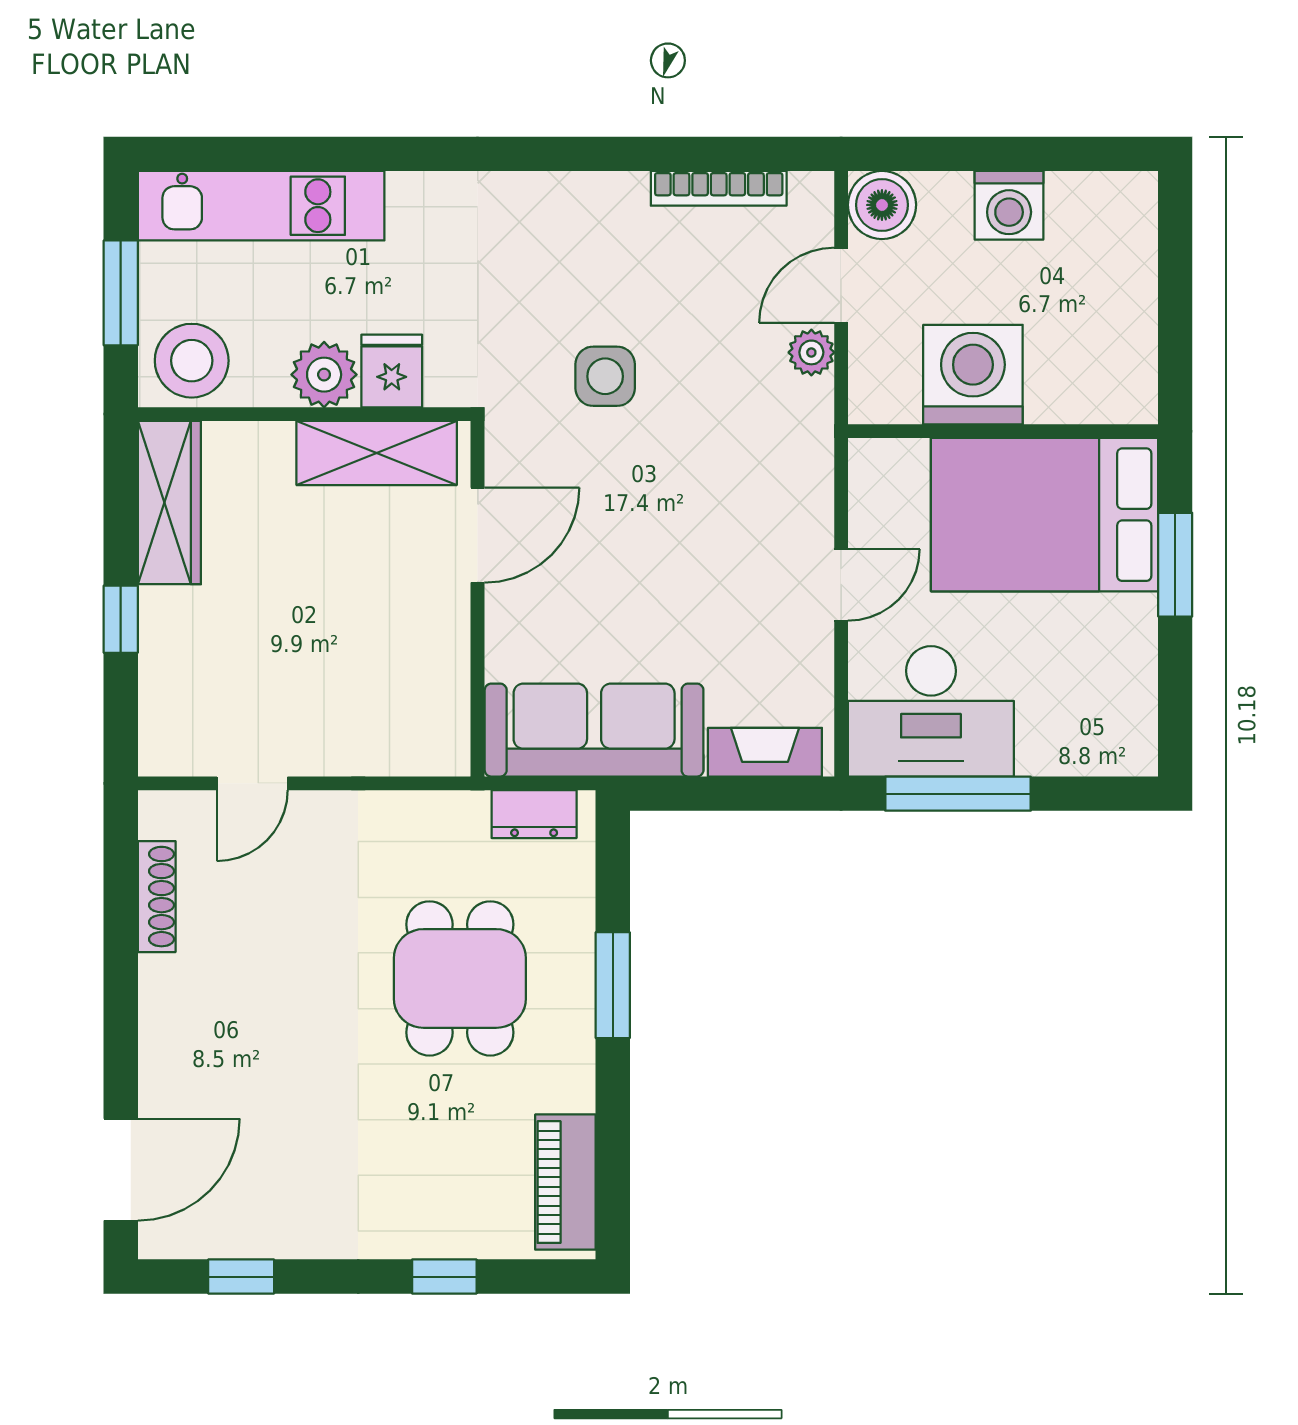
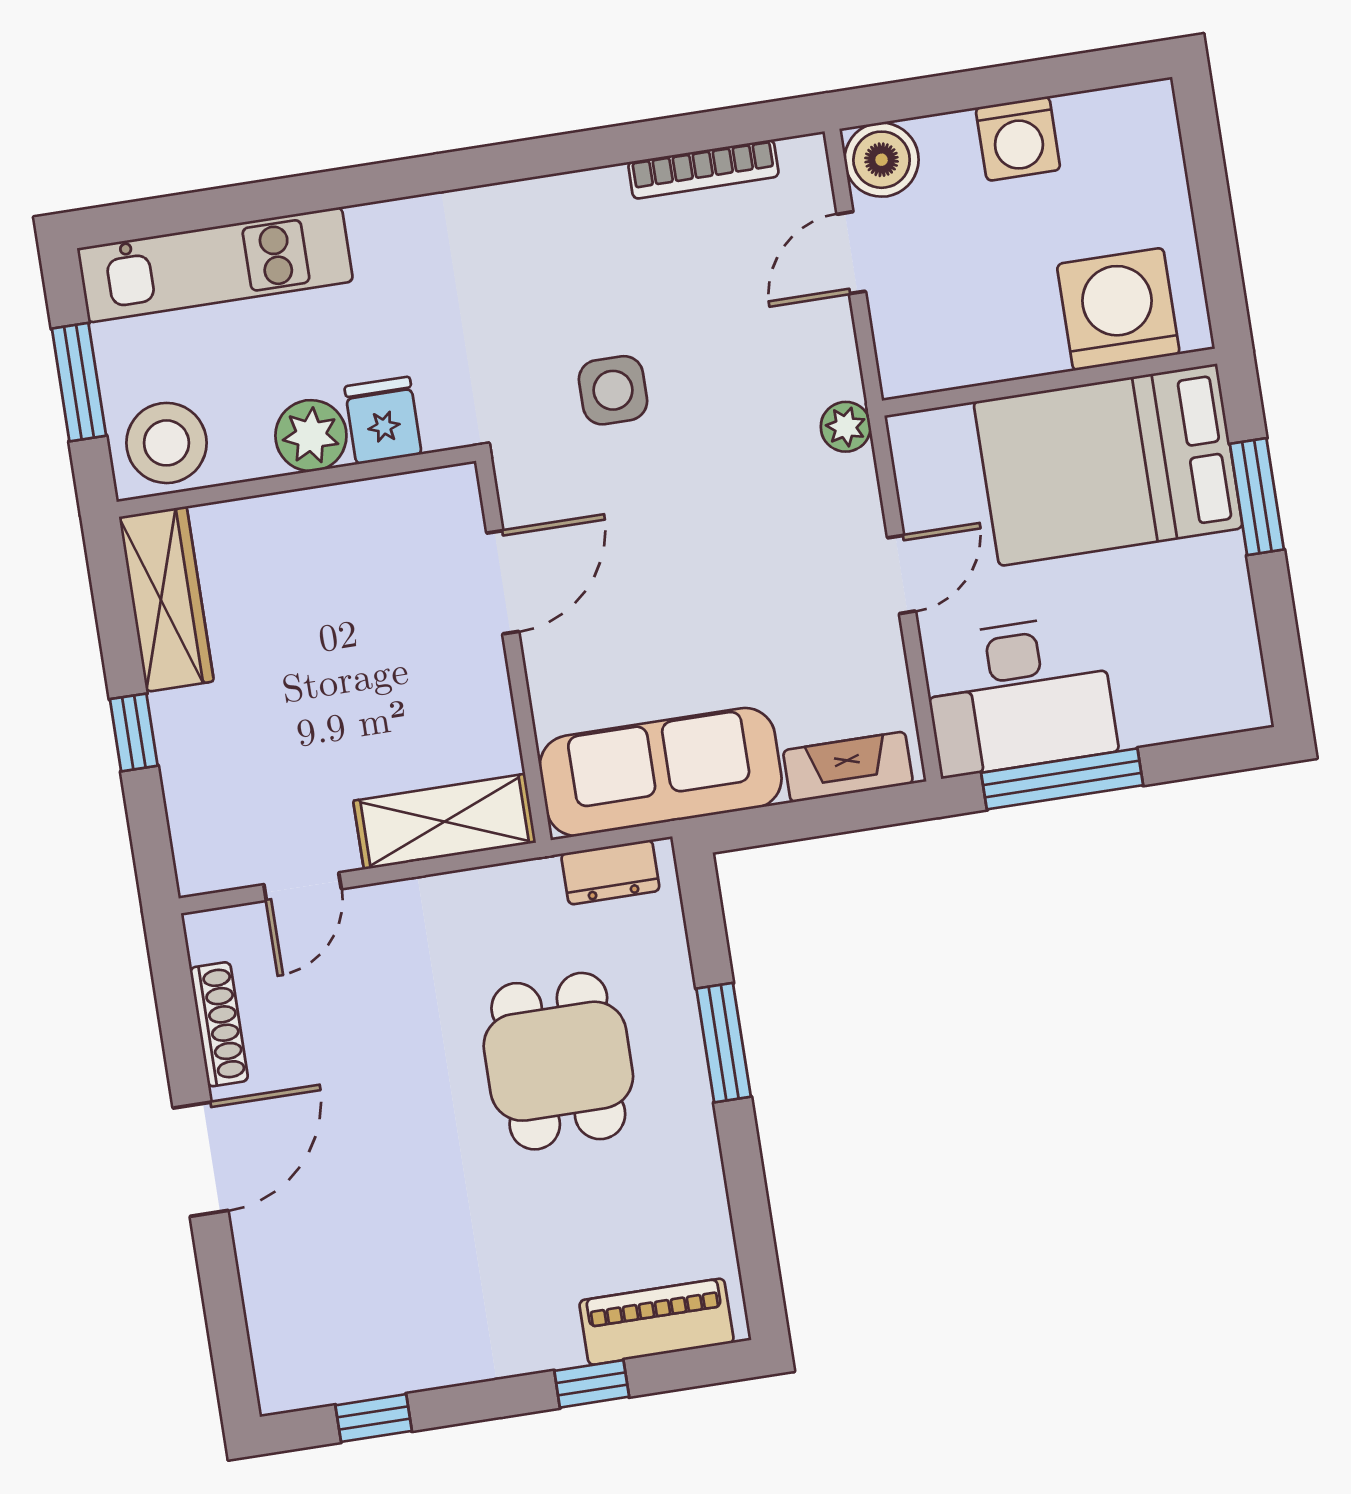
plant: (811, 352) -> (846, 427), moved
washing machine: (973, 375) -> (1118, 309), moved
shelving: (377, 453) -> (445, 822), moved
door: (121, 1170) -> (201, 1159), moved
piano: (565, 1182) -> (656, 1322), moved, turned 90

